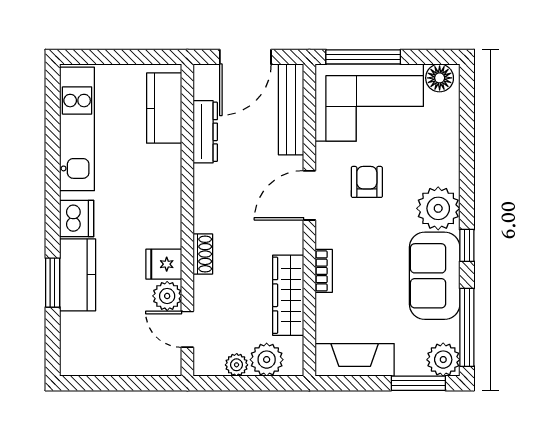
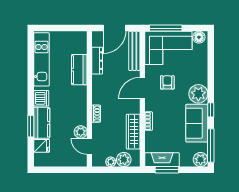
kitchen counter: (164, 108) -> (79, 70), moved
fridge: (164, 264) -> (42, 146), moved, turned 180
window: (418, 383) -> (167, 170), moved

